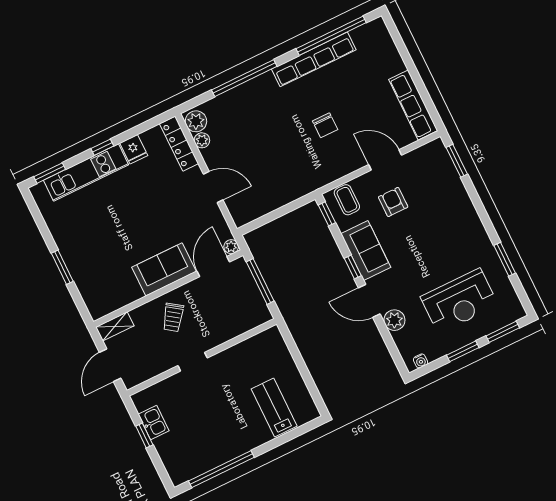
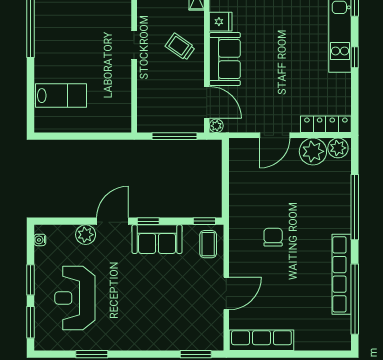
chair: (325, 125) -> (273, 237), moved, turned 90
plant: (202, 140) -> (313, 151), width x1.87, depth x1.87
fridge: (134, 149) -> (221, 22), moved, turned 180
coffee table: (347, 200) -> (208, 244), turned 90
armchair: (393, 202) -> (187, 283), removed

